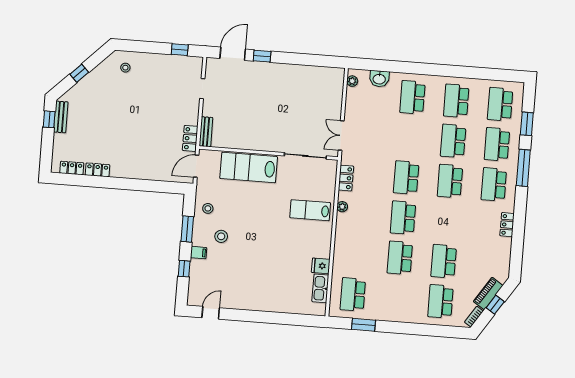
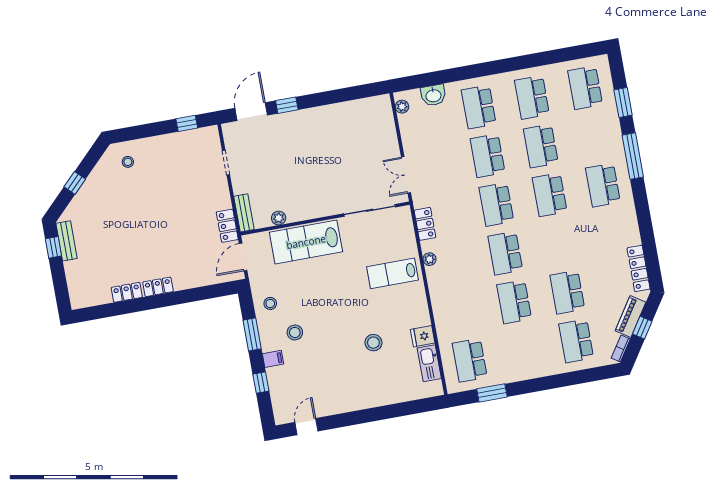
plant: (232, 143) -> (279, 218), added
school desk: (497, 144) -> (488, 156), moved
locker: (72, 168) -> (158, 287), moved
locker: (507, 225) -> (639, 268), moved, width x1.53
stool: (281, 261) -> (373, 343), added

